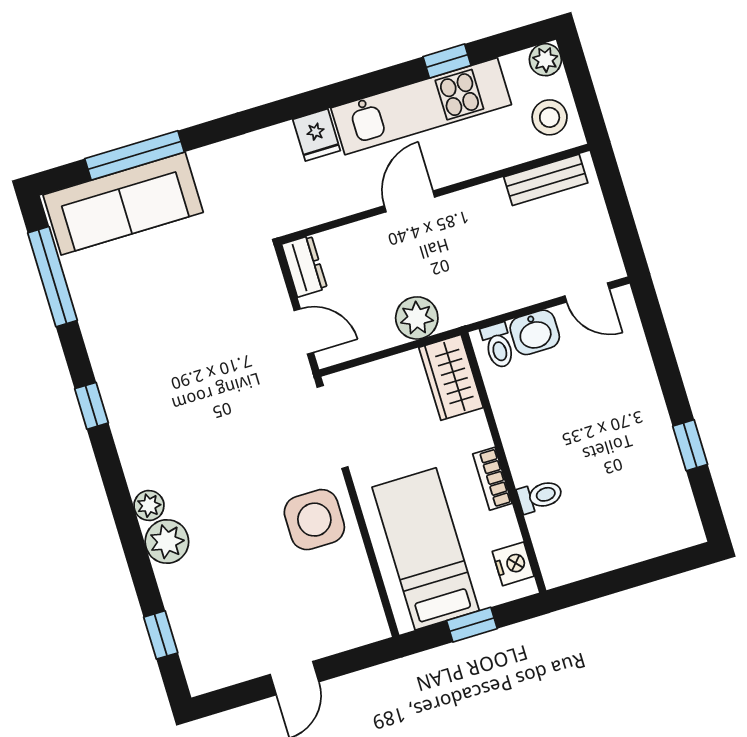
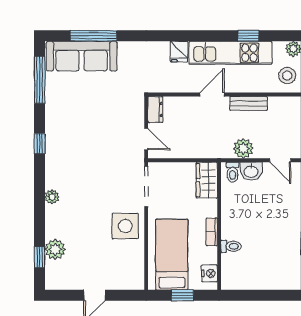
bench: (546, 180) -> (248, 103), moved
plant: (417, 318) -> (243, 148), moved
plant: (167, 542) -> (55, 249), moved

